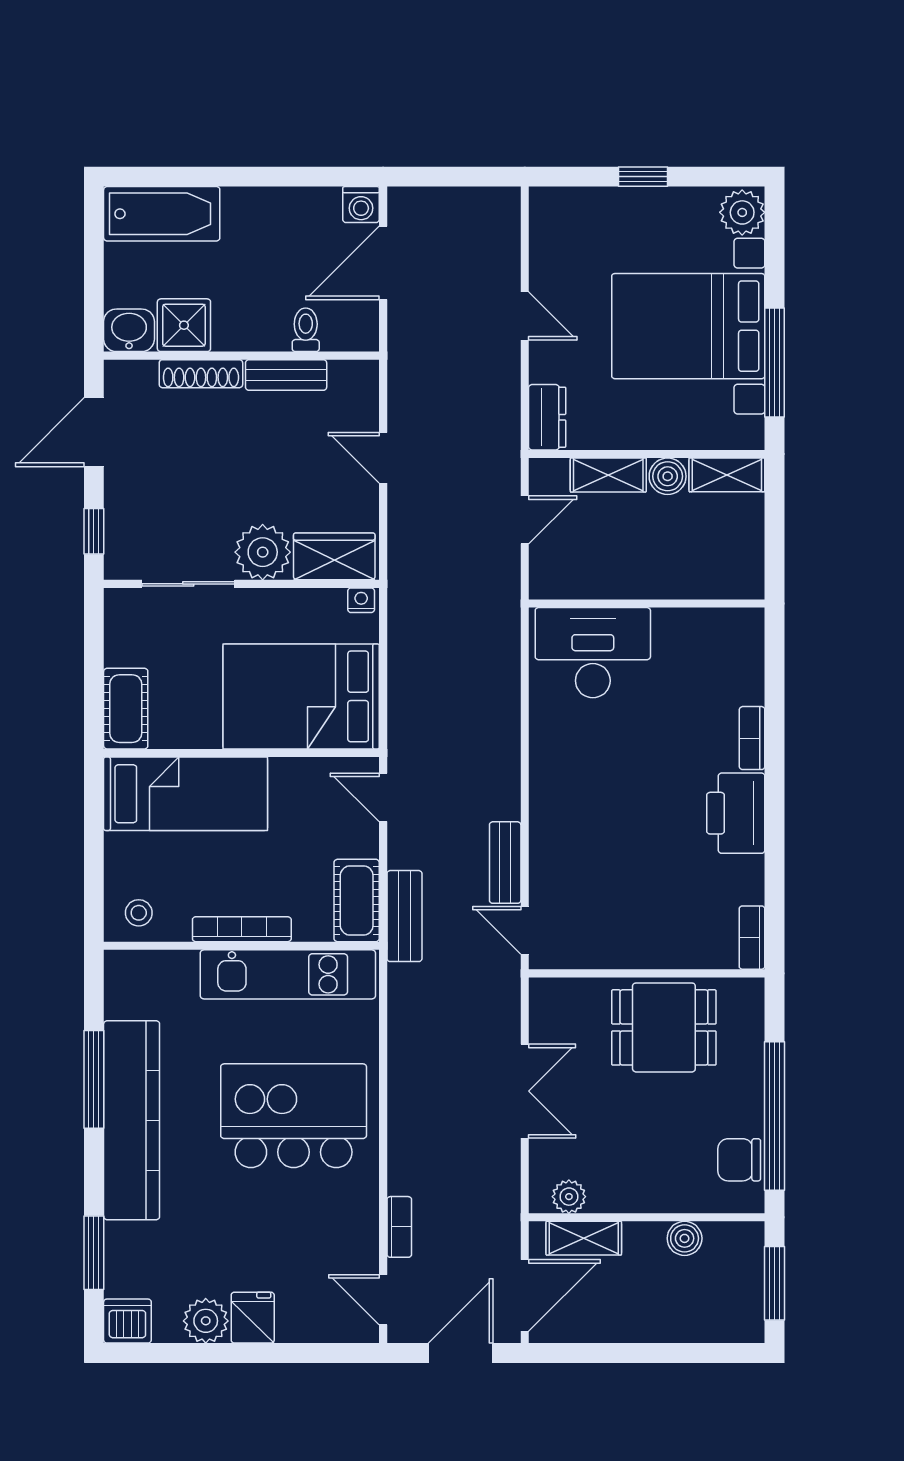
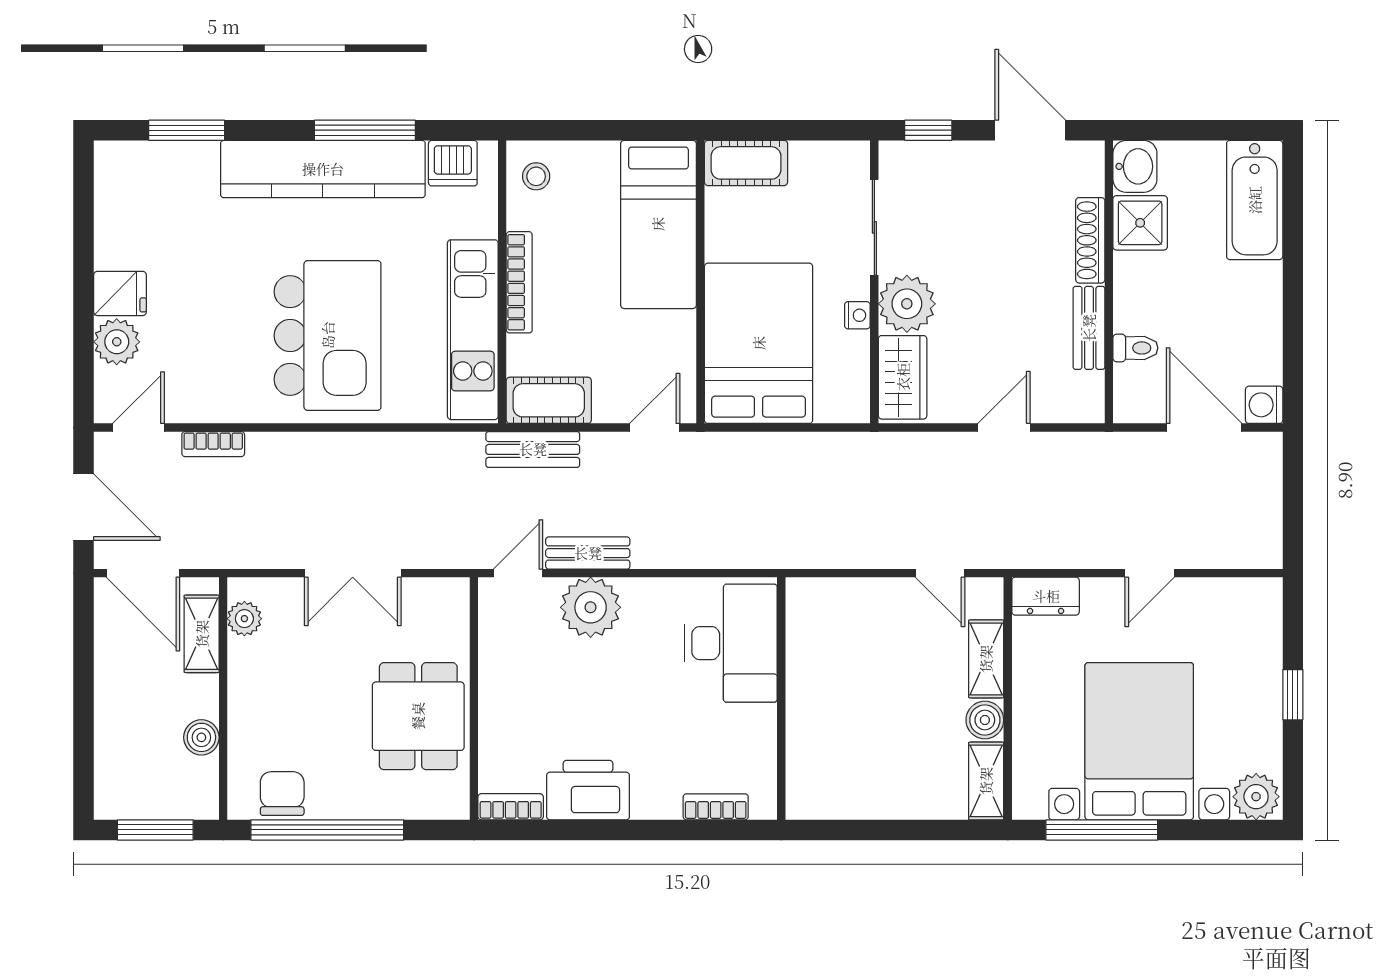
nightstand: (361, 600) -> (857, 315), moved
wall: (647, 603) -> (781, 698), moved
desk: (593, 653) -> (731, 643), moved
printer: (736, 813) -> (588, 790), moved
plant: (558, 860) -> (591, 607), added
dishwasher: (127, 1321) -> (453, 163), moved, turned 90
plant: (206, 1321) -> (117, 342), moved

